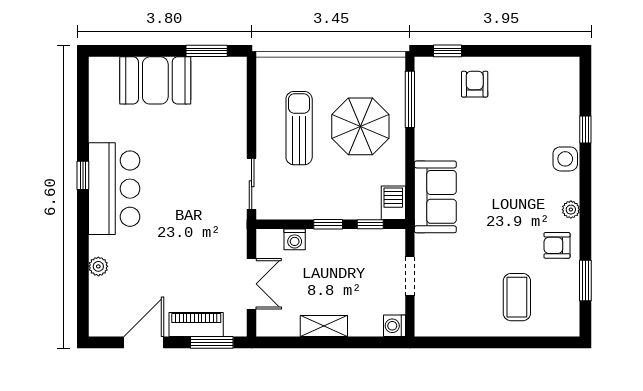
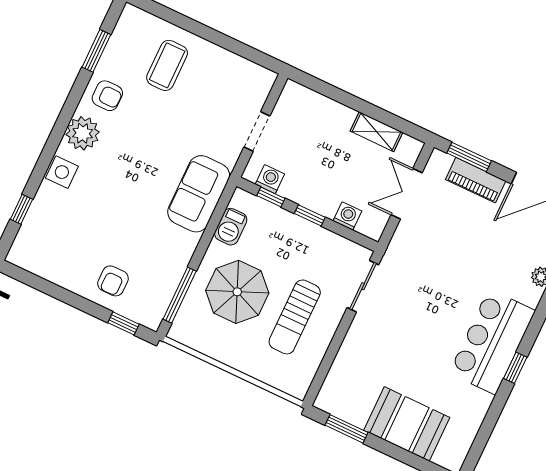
window: (585, 130) -> (21, 209), moved
barbecue: (393, 203) -> (231, 227), moved
plant: (571, 210) -> (83, 133), width x1.88, depth x1.88
shelving: (324, 326) -> (377, 132), moved
washing machine: (394, 326) -> (270, 179), moved, turned -90

